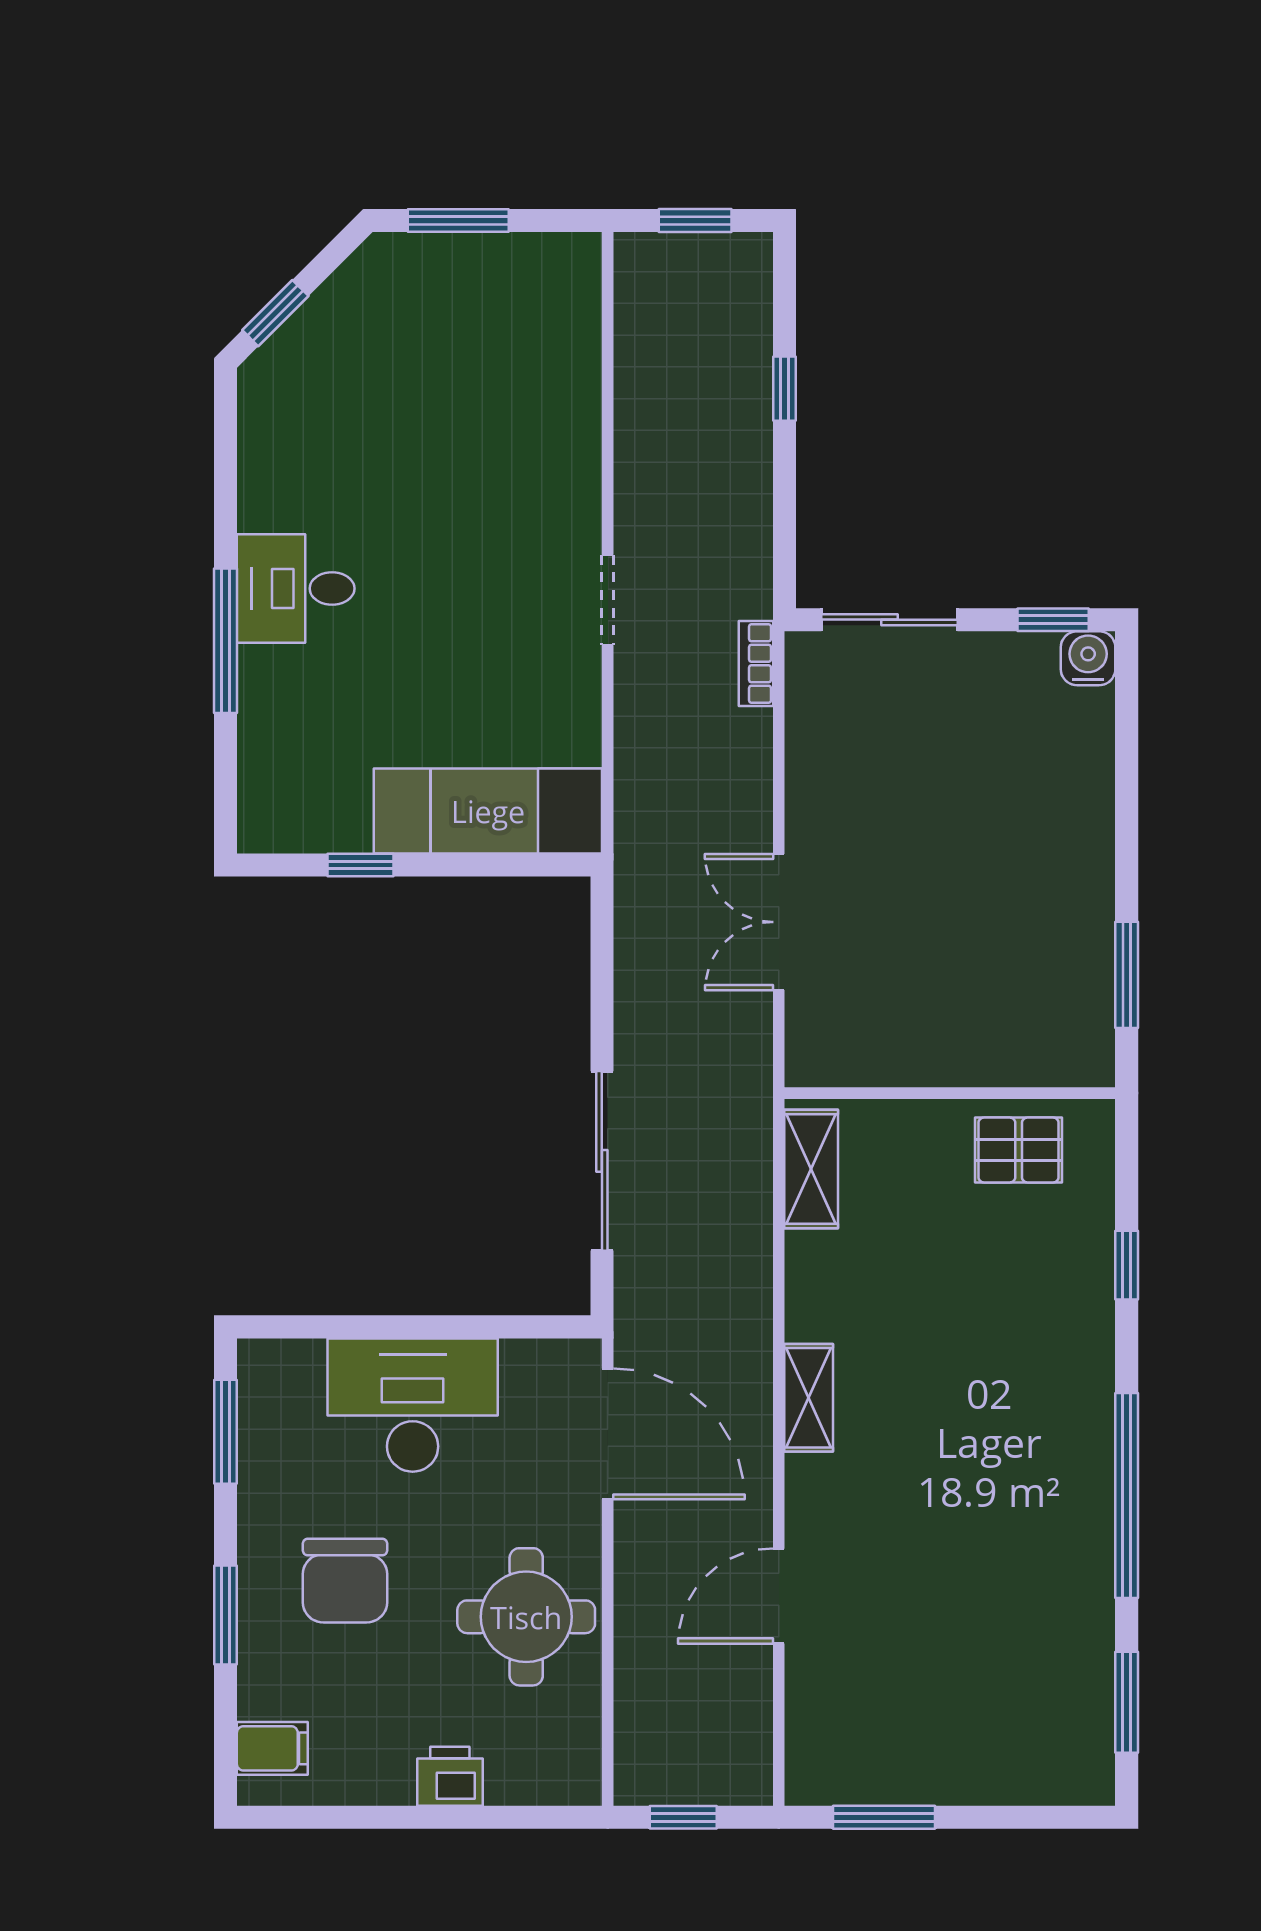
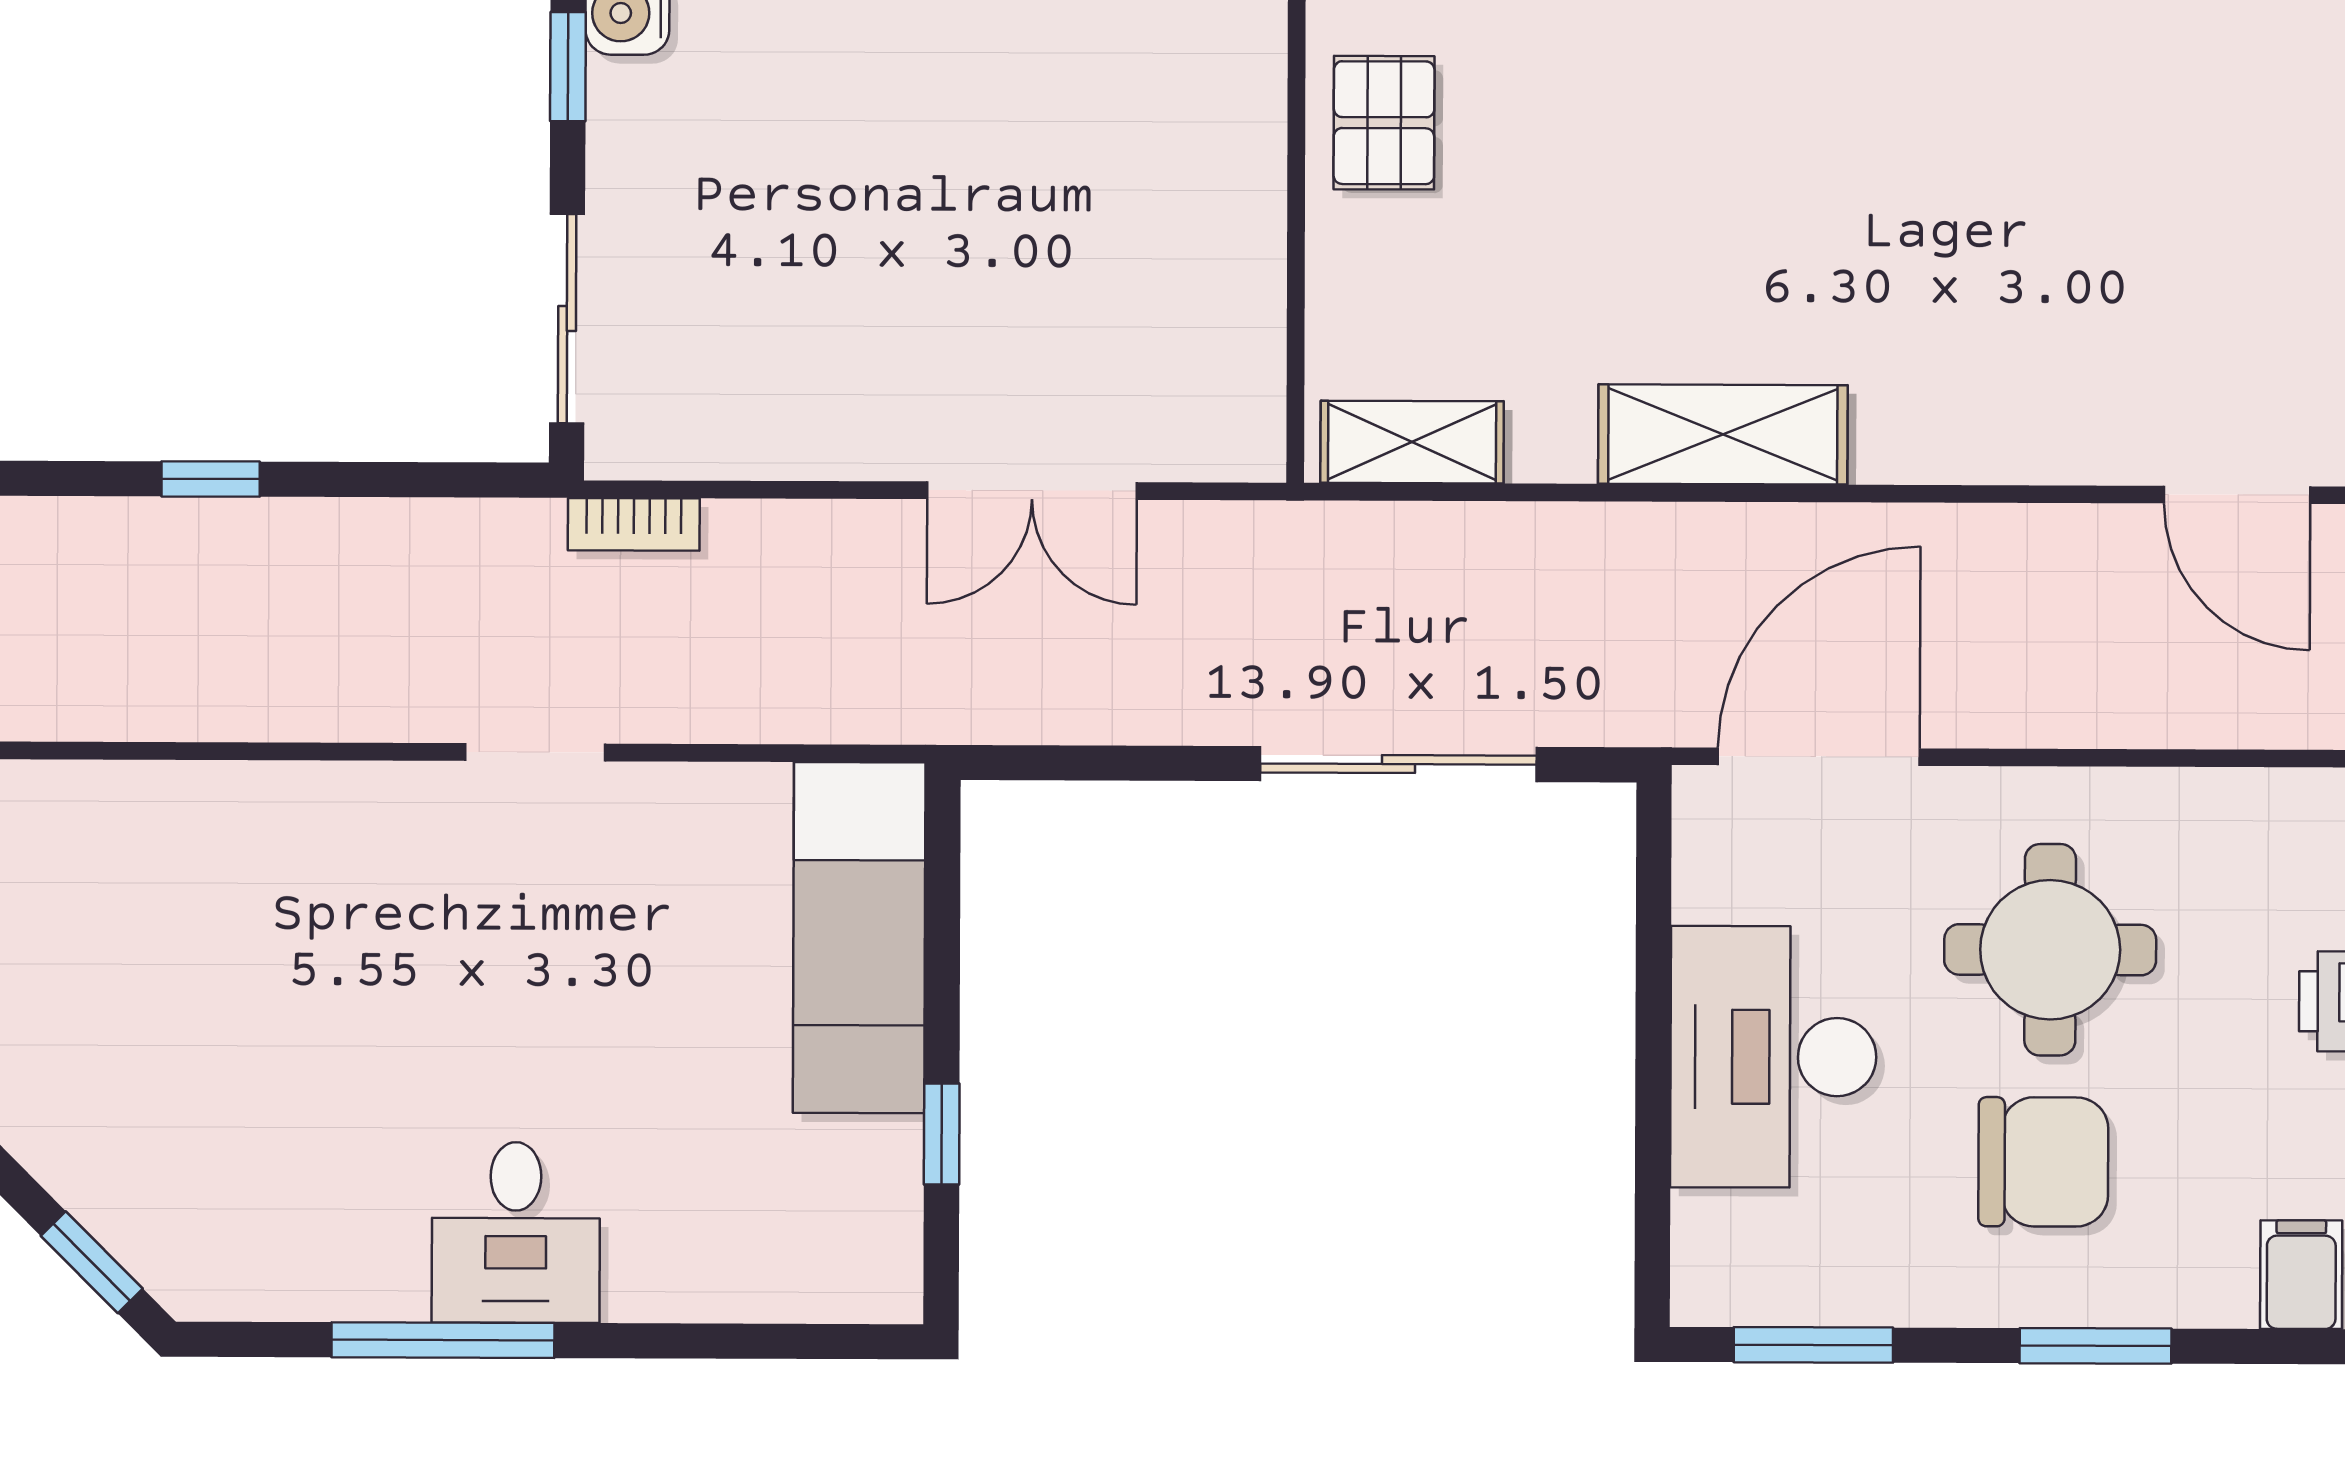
window: (226, 641) -> (443, 1340), moved
shelving: (809, 1398) -> (1723, 434), width x1.50, depth x1.33
door: (779, 1596) -> (2237, 495), moved
round table: (526, 1617) -> (2050, 950), moved

